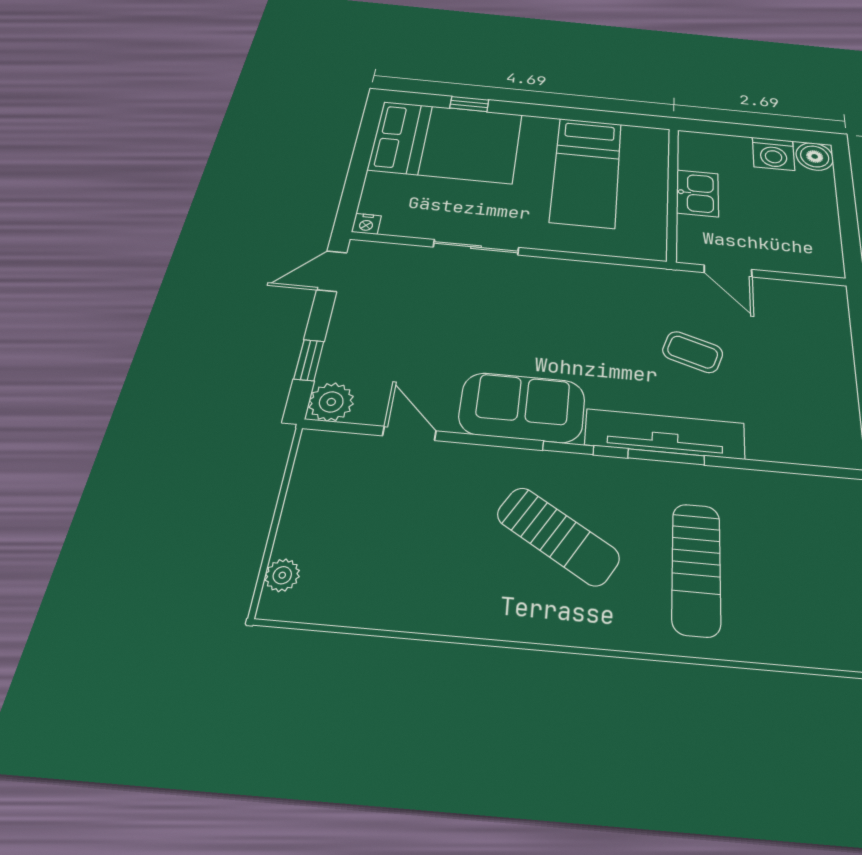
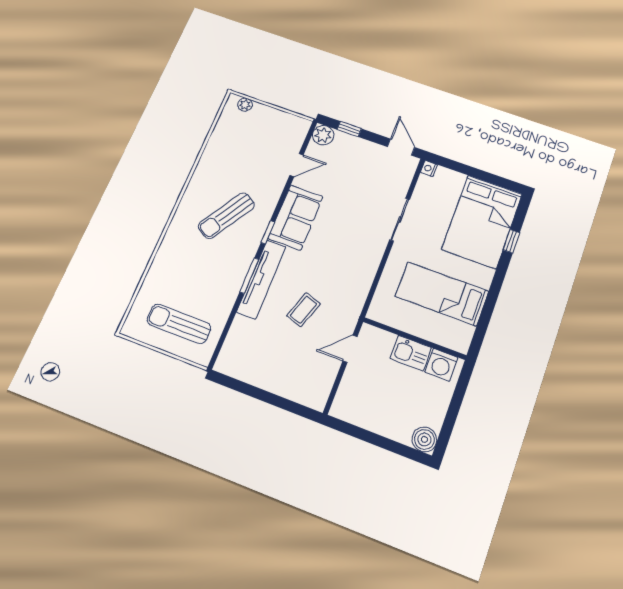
washing machine: (773, 154) -> (441, 365), moved, turned -90
sun lounger: (696, 569) -> (179, 324), moved

